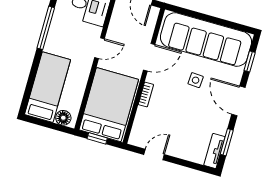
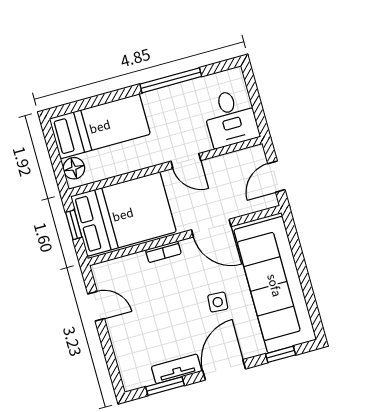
tv unit: (214, 151) -> (177, 369), moved

